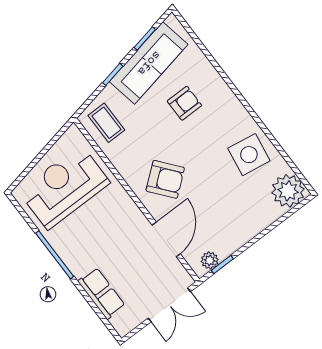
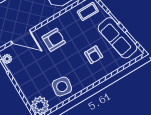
armchair: (165, 179) -> (54, 40), turned -141

